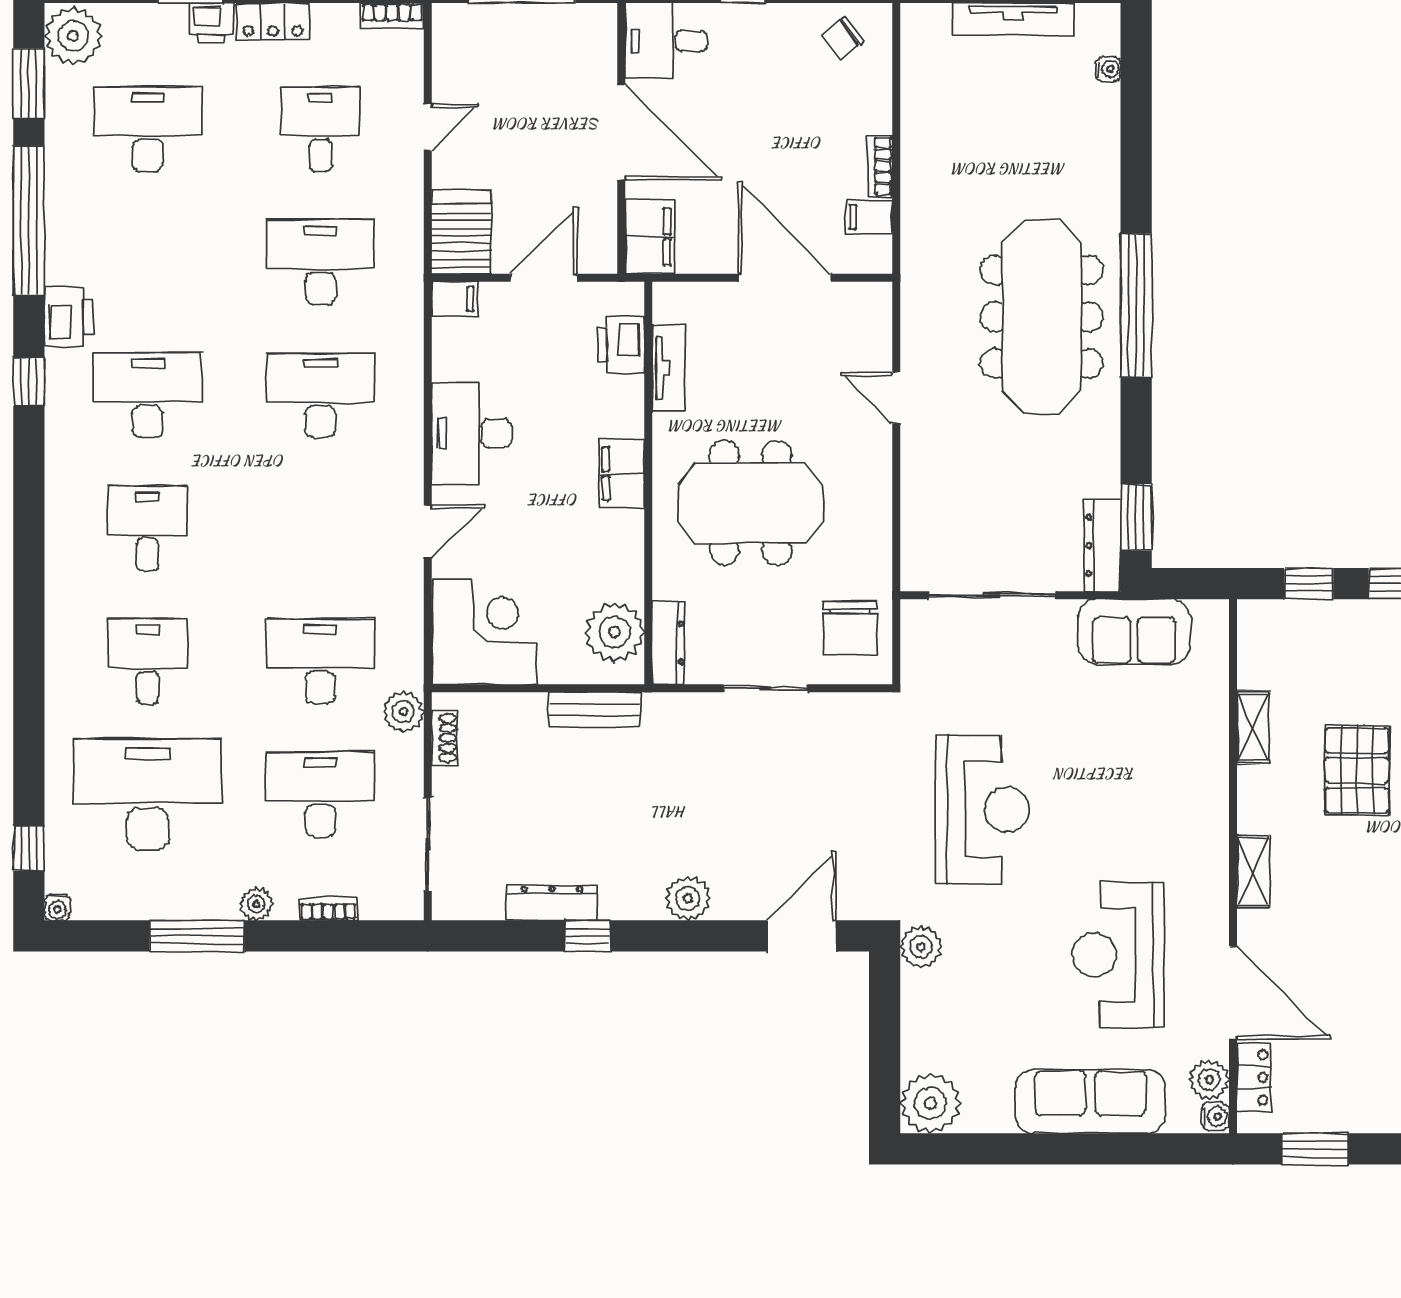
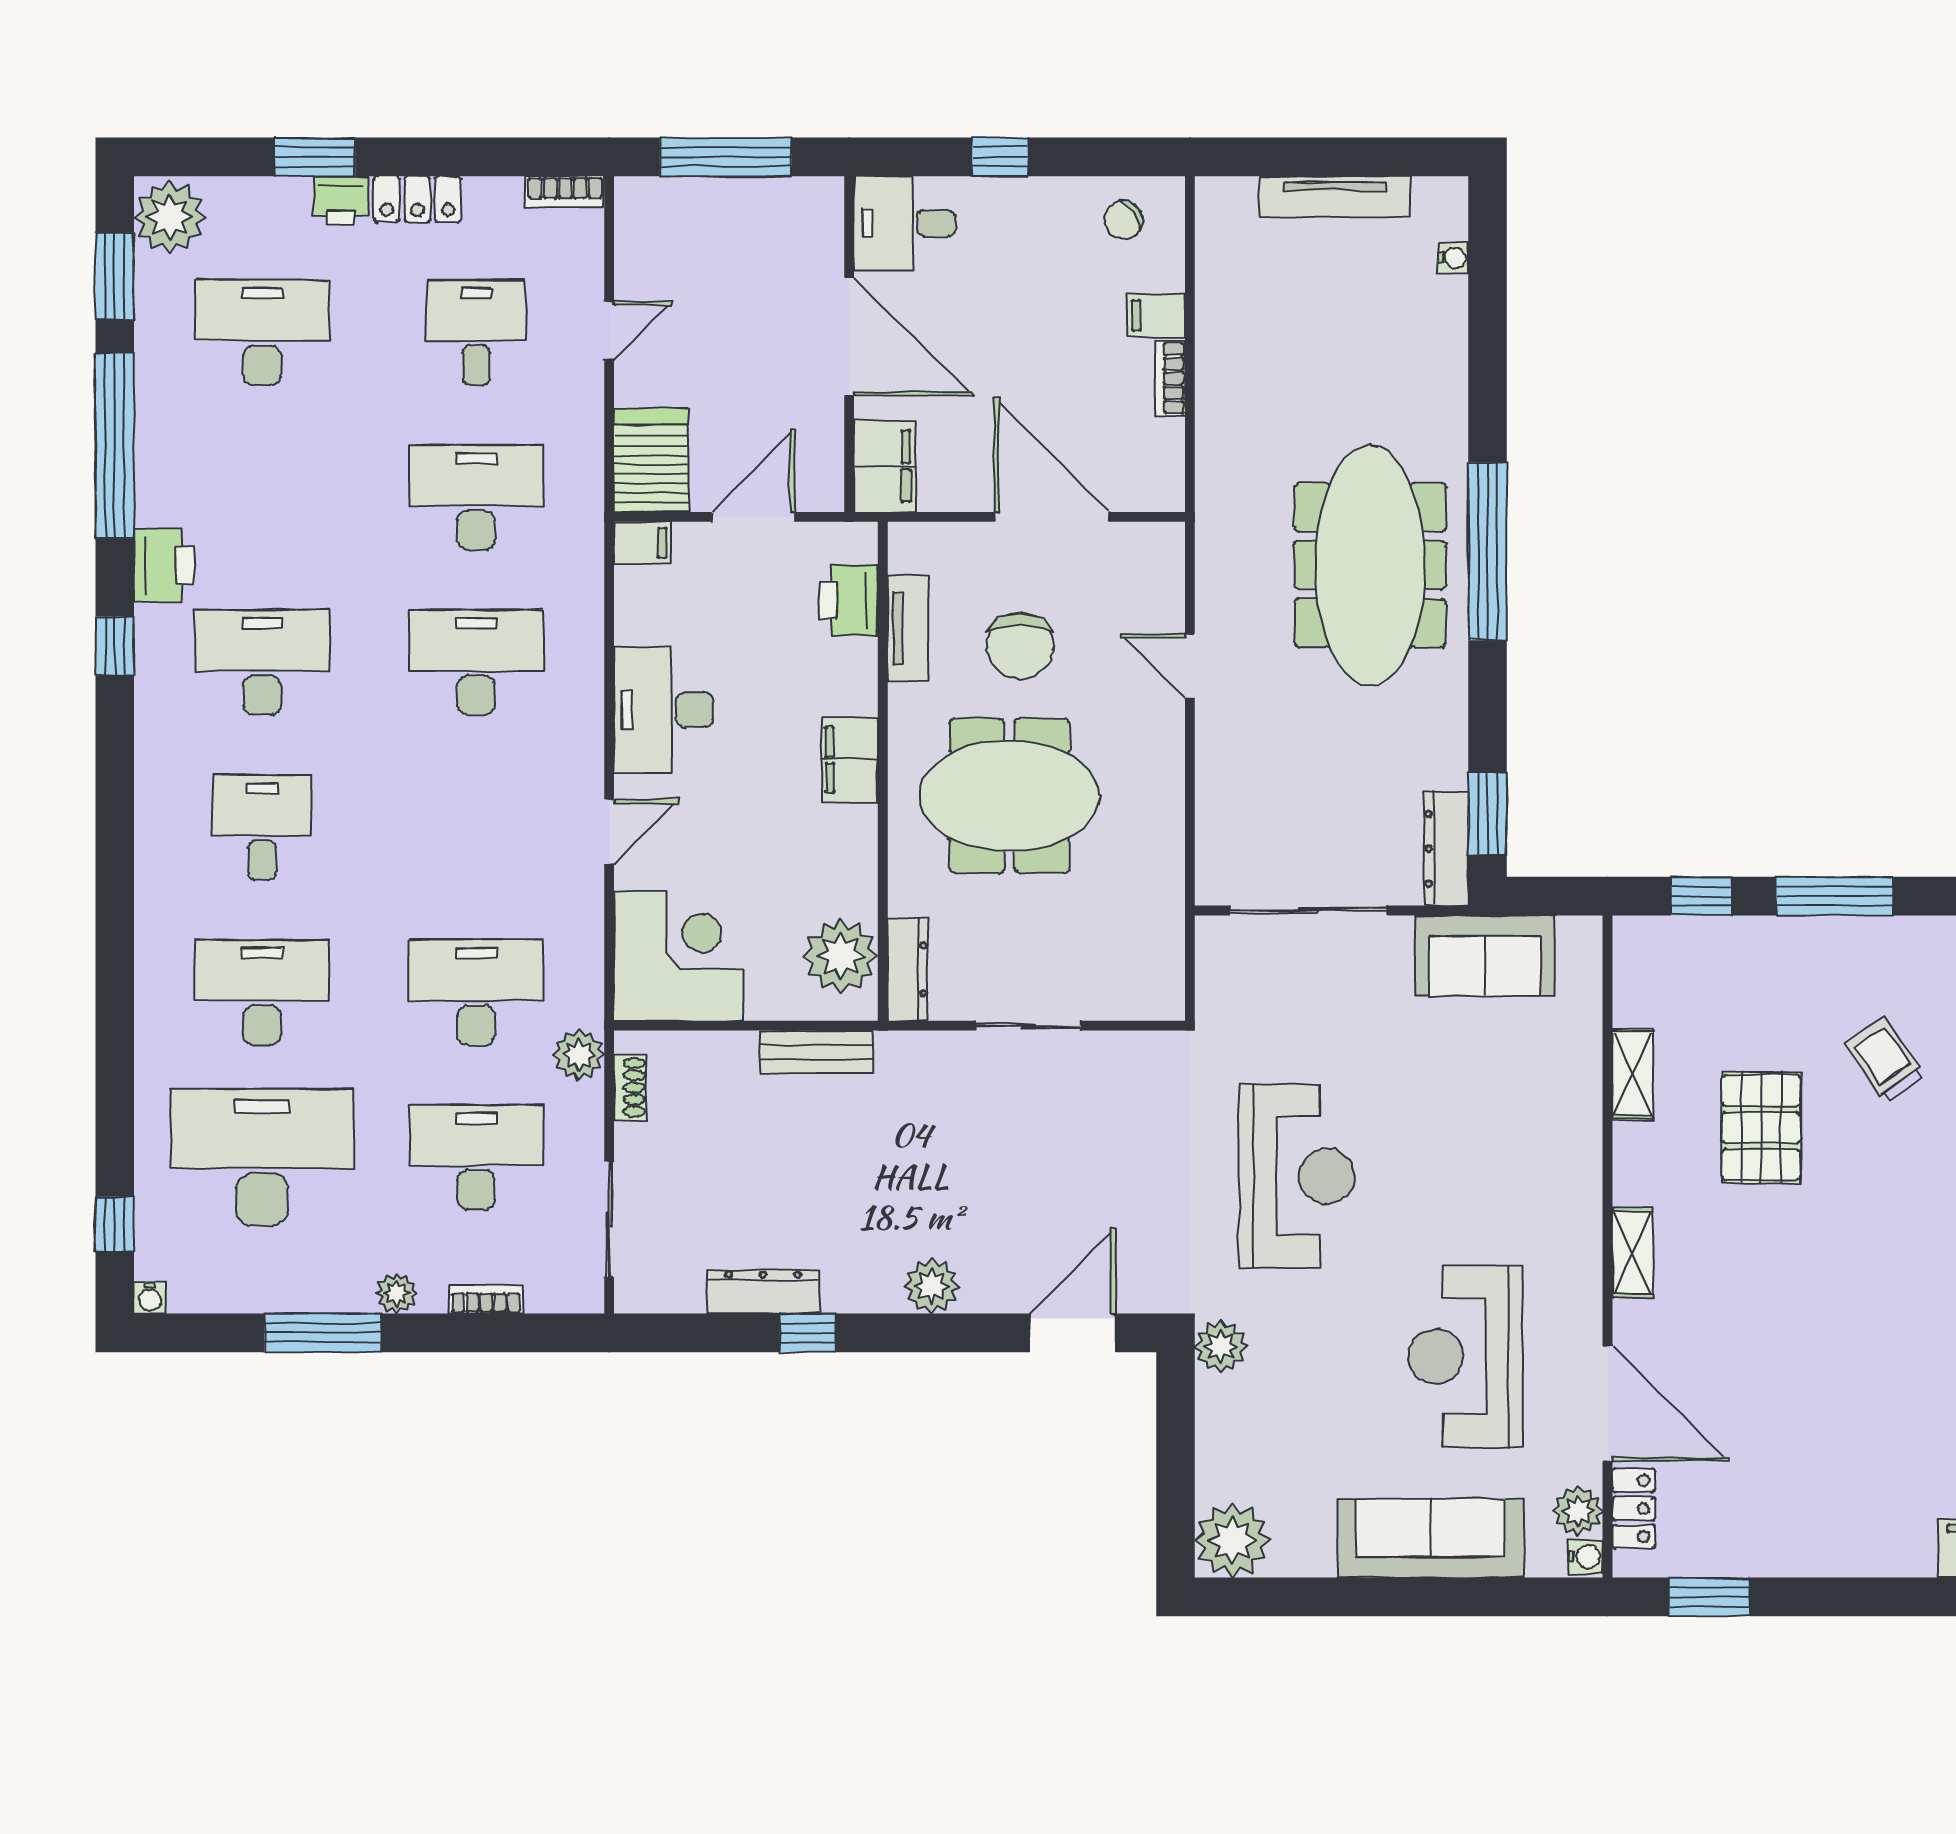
filing cabinet: (869, 217) -> (1156, 315), moved
chair: (850, 628) -> (1020, 646), moved
desk: (148, 661) -> (262, 992), width x1.37

